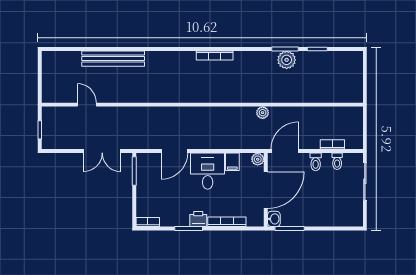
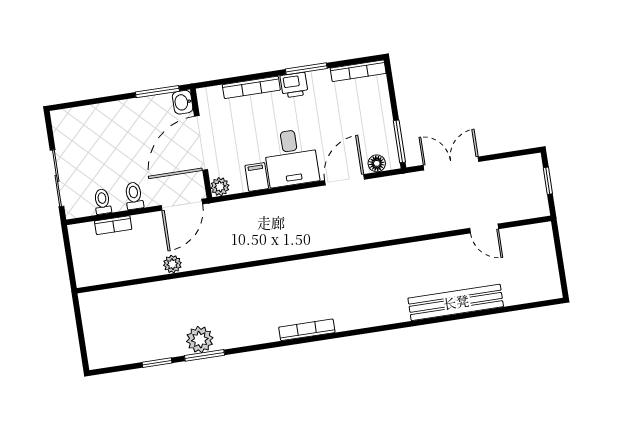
plant: (263, 113) -> (172, 264), moved
floor lamp: (151, 159) -> (377, 163), added
bookcase: (148, 222) -> (358, 71), width x1.56

